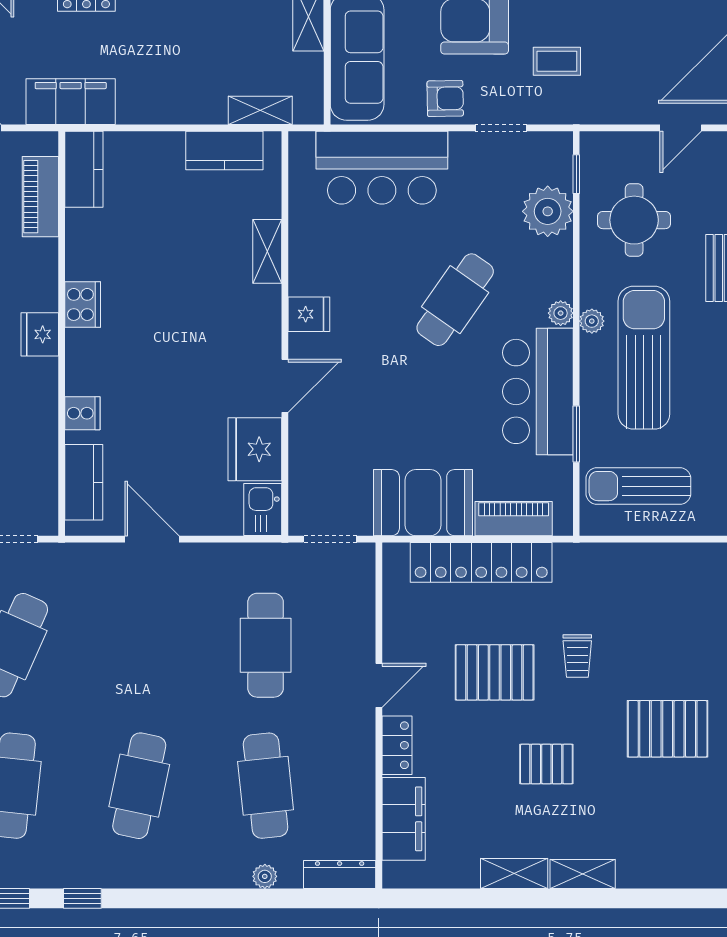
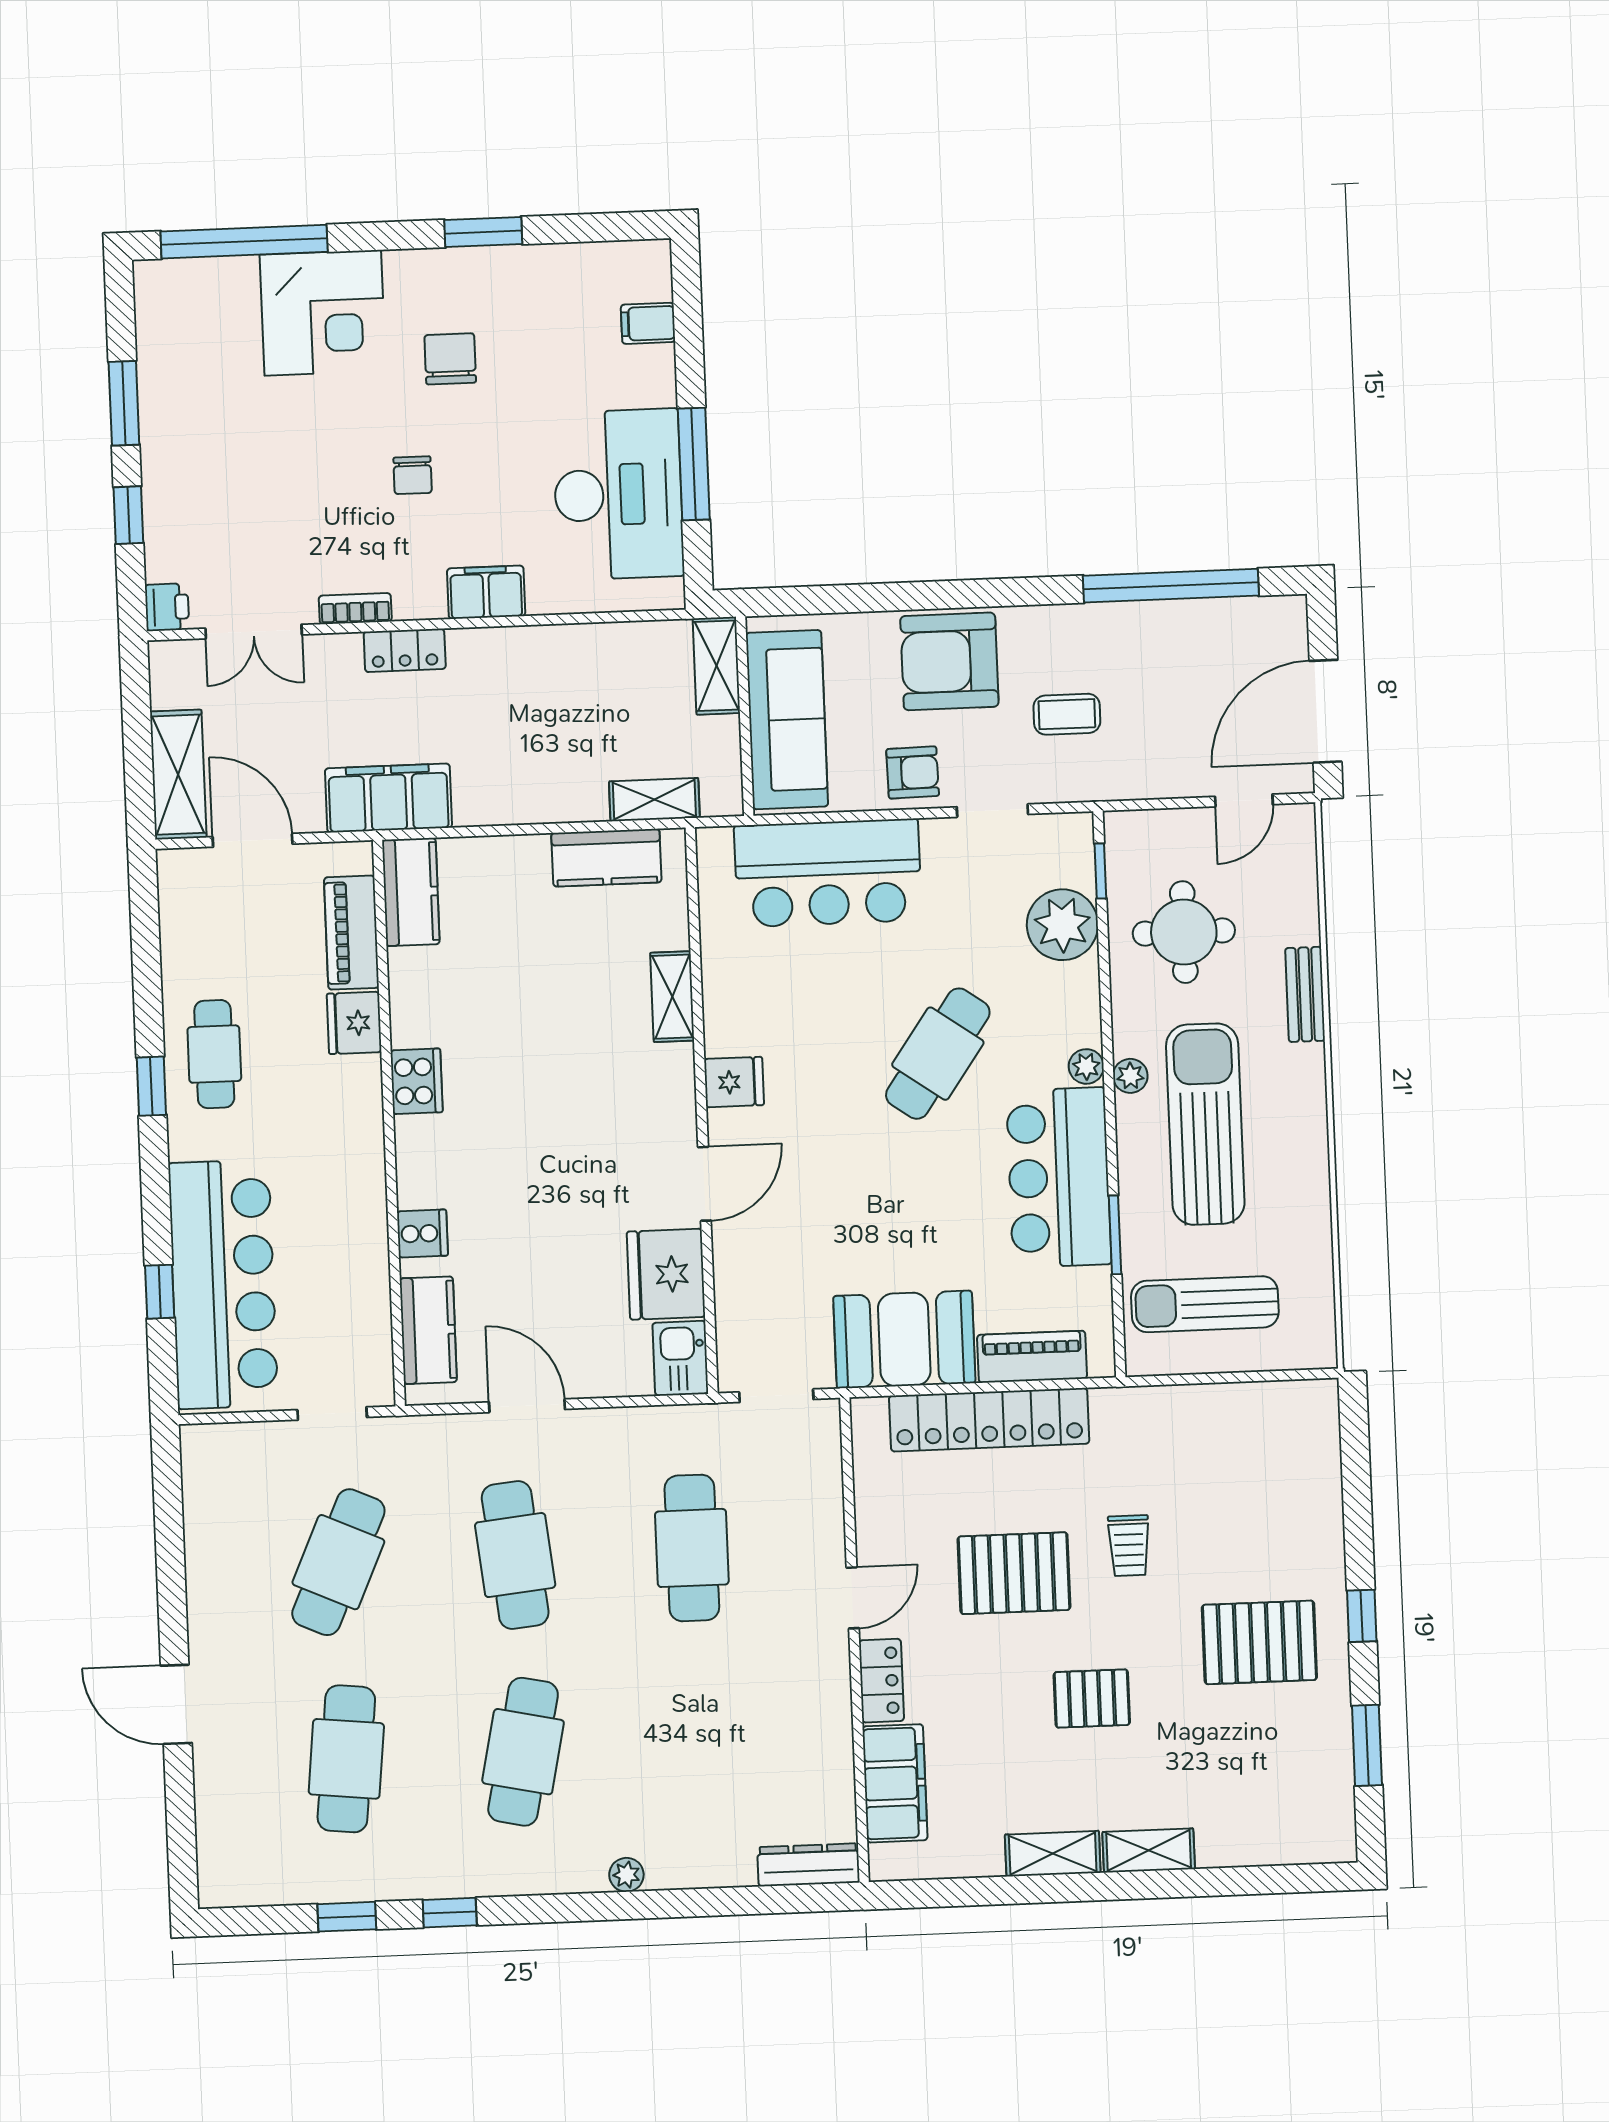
fridge: (40, 334) -> (354, 1023), moved
cafe table: (266, 786) -> (515, 1555), moved
plant: (265, 876) -> (626, 1875), moved

